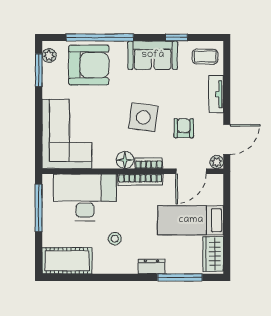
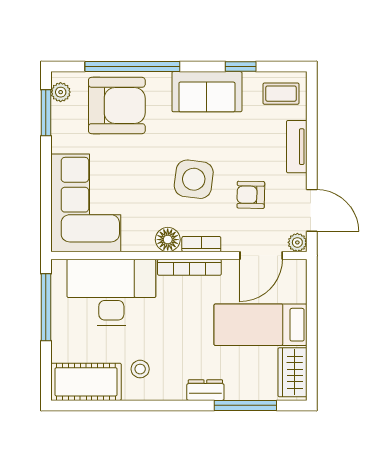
armchair: (184, 128) -> (251, 195), turned -89
door: (227, 139) -> (312, 210), hinge flipped
stool: (115, 239) -> (140, 369), moved

